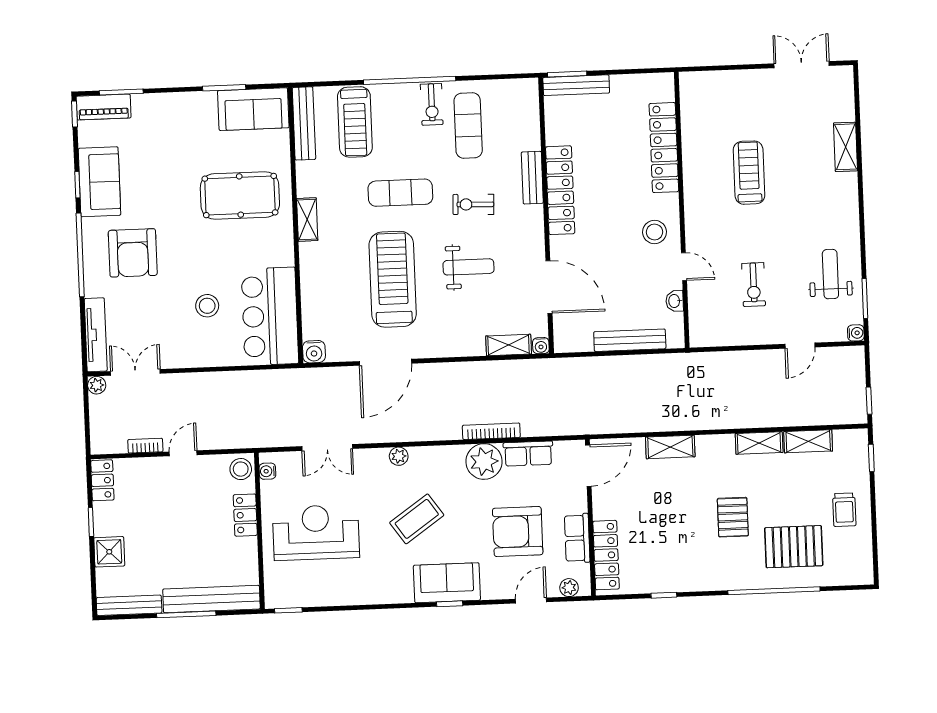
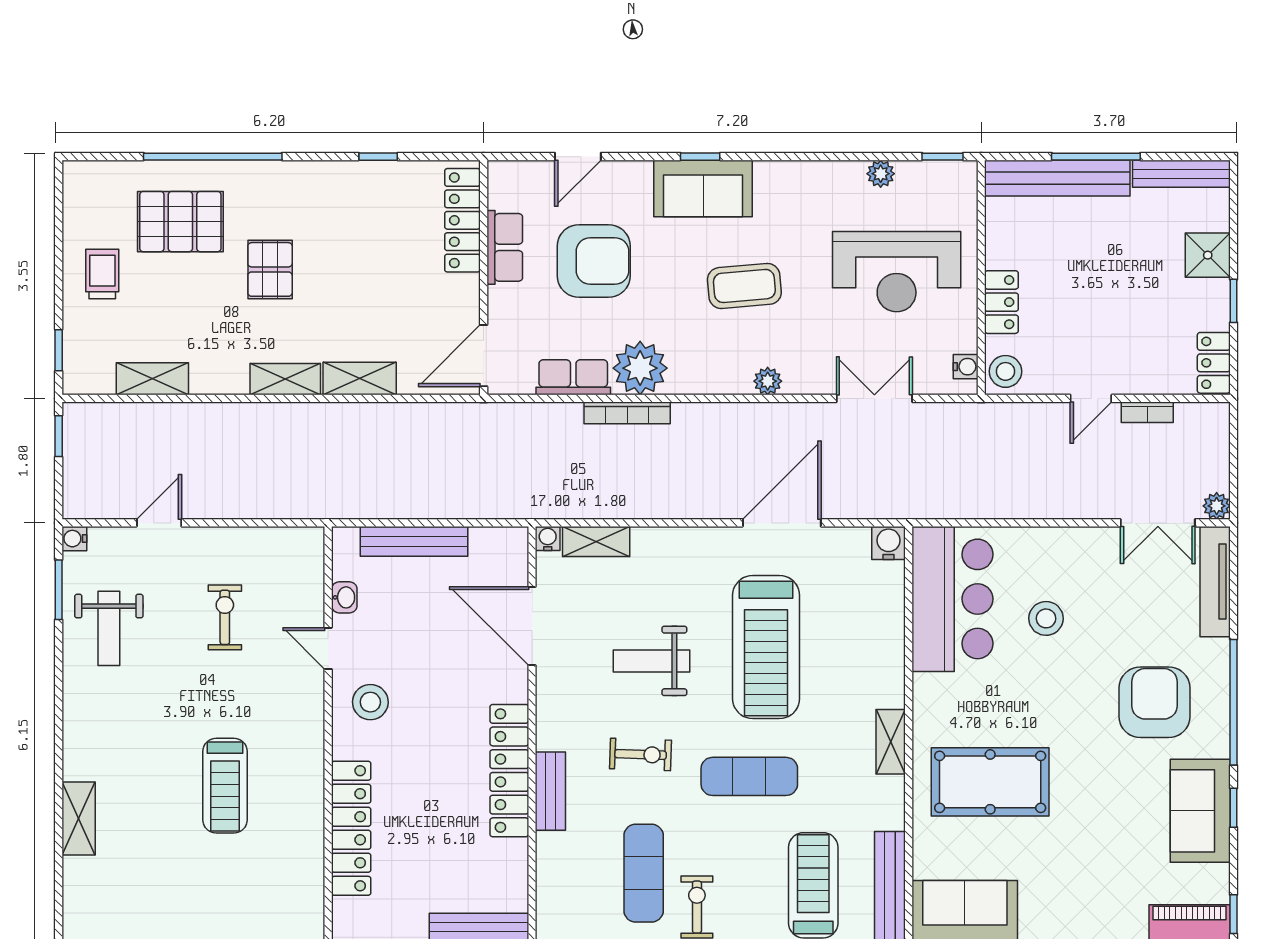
shelving: (759, 443) -> (285, 379), moved
coffee table: (417, 519) -> (744, 286), turned 30
plant: (569, 588) -> (881, 174), moved

